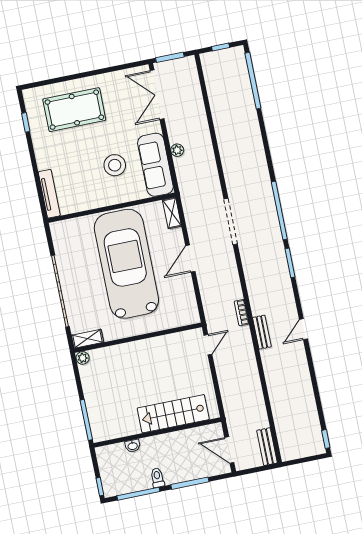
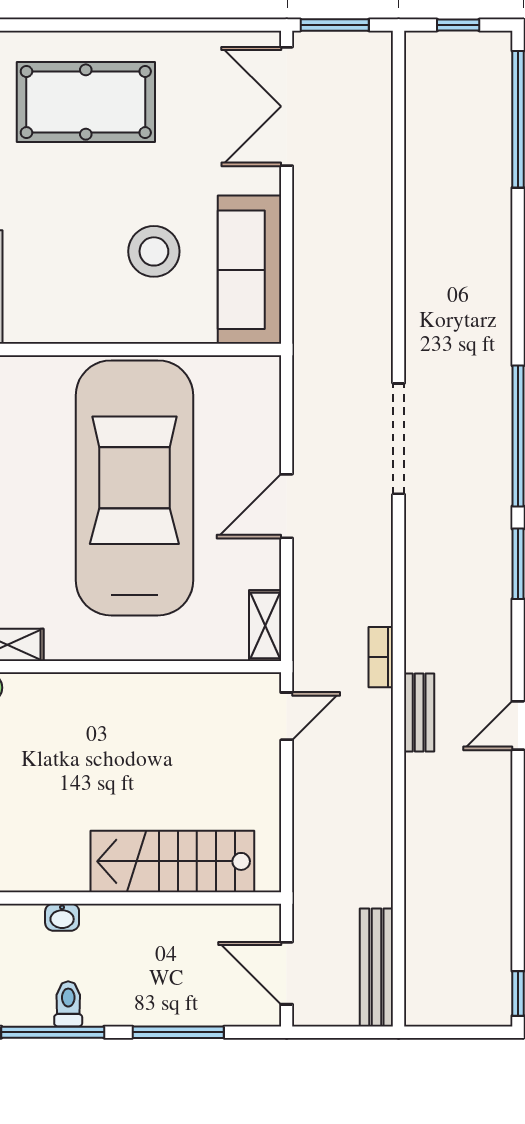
plant: (177, 150) -> (307, 246), removed
shelving: (172, 213) -> (265, 626), moved
bench: (267, 447) -> (376, 968), width x1.36
toilet: (157, 478) -> (68, 1004), moved

